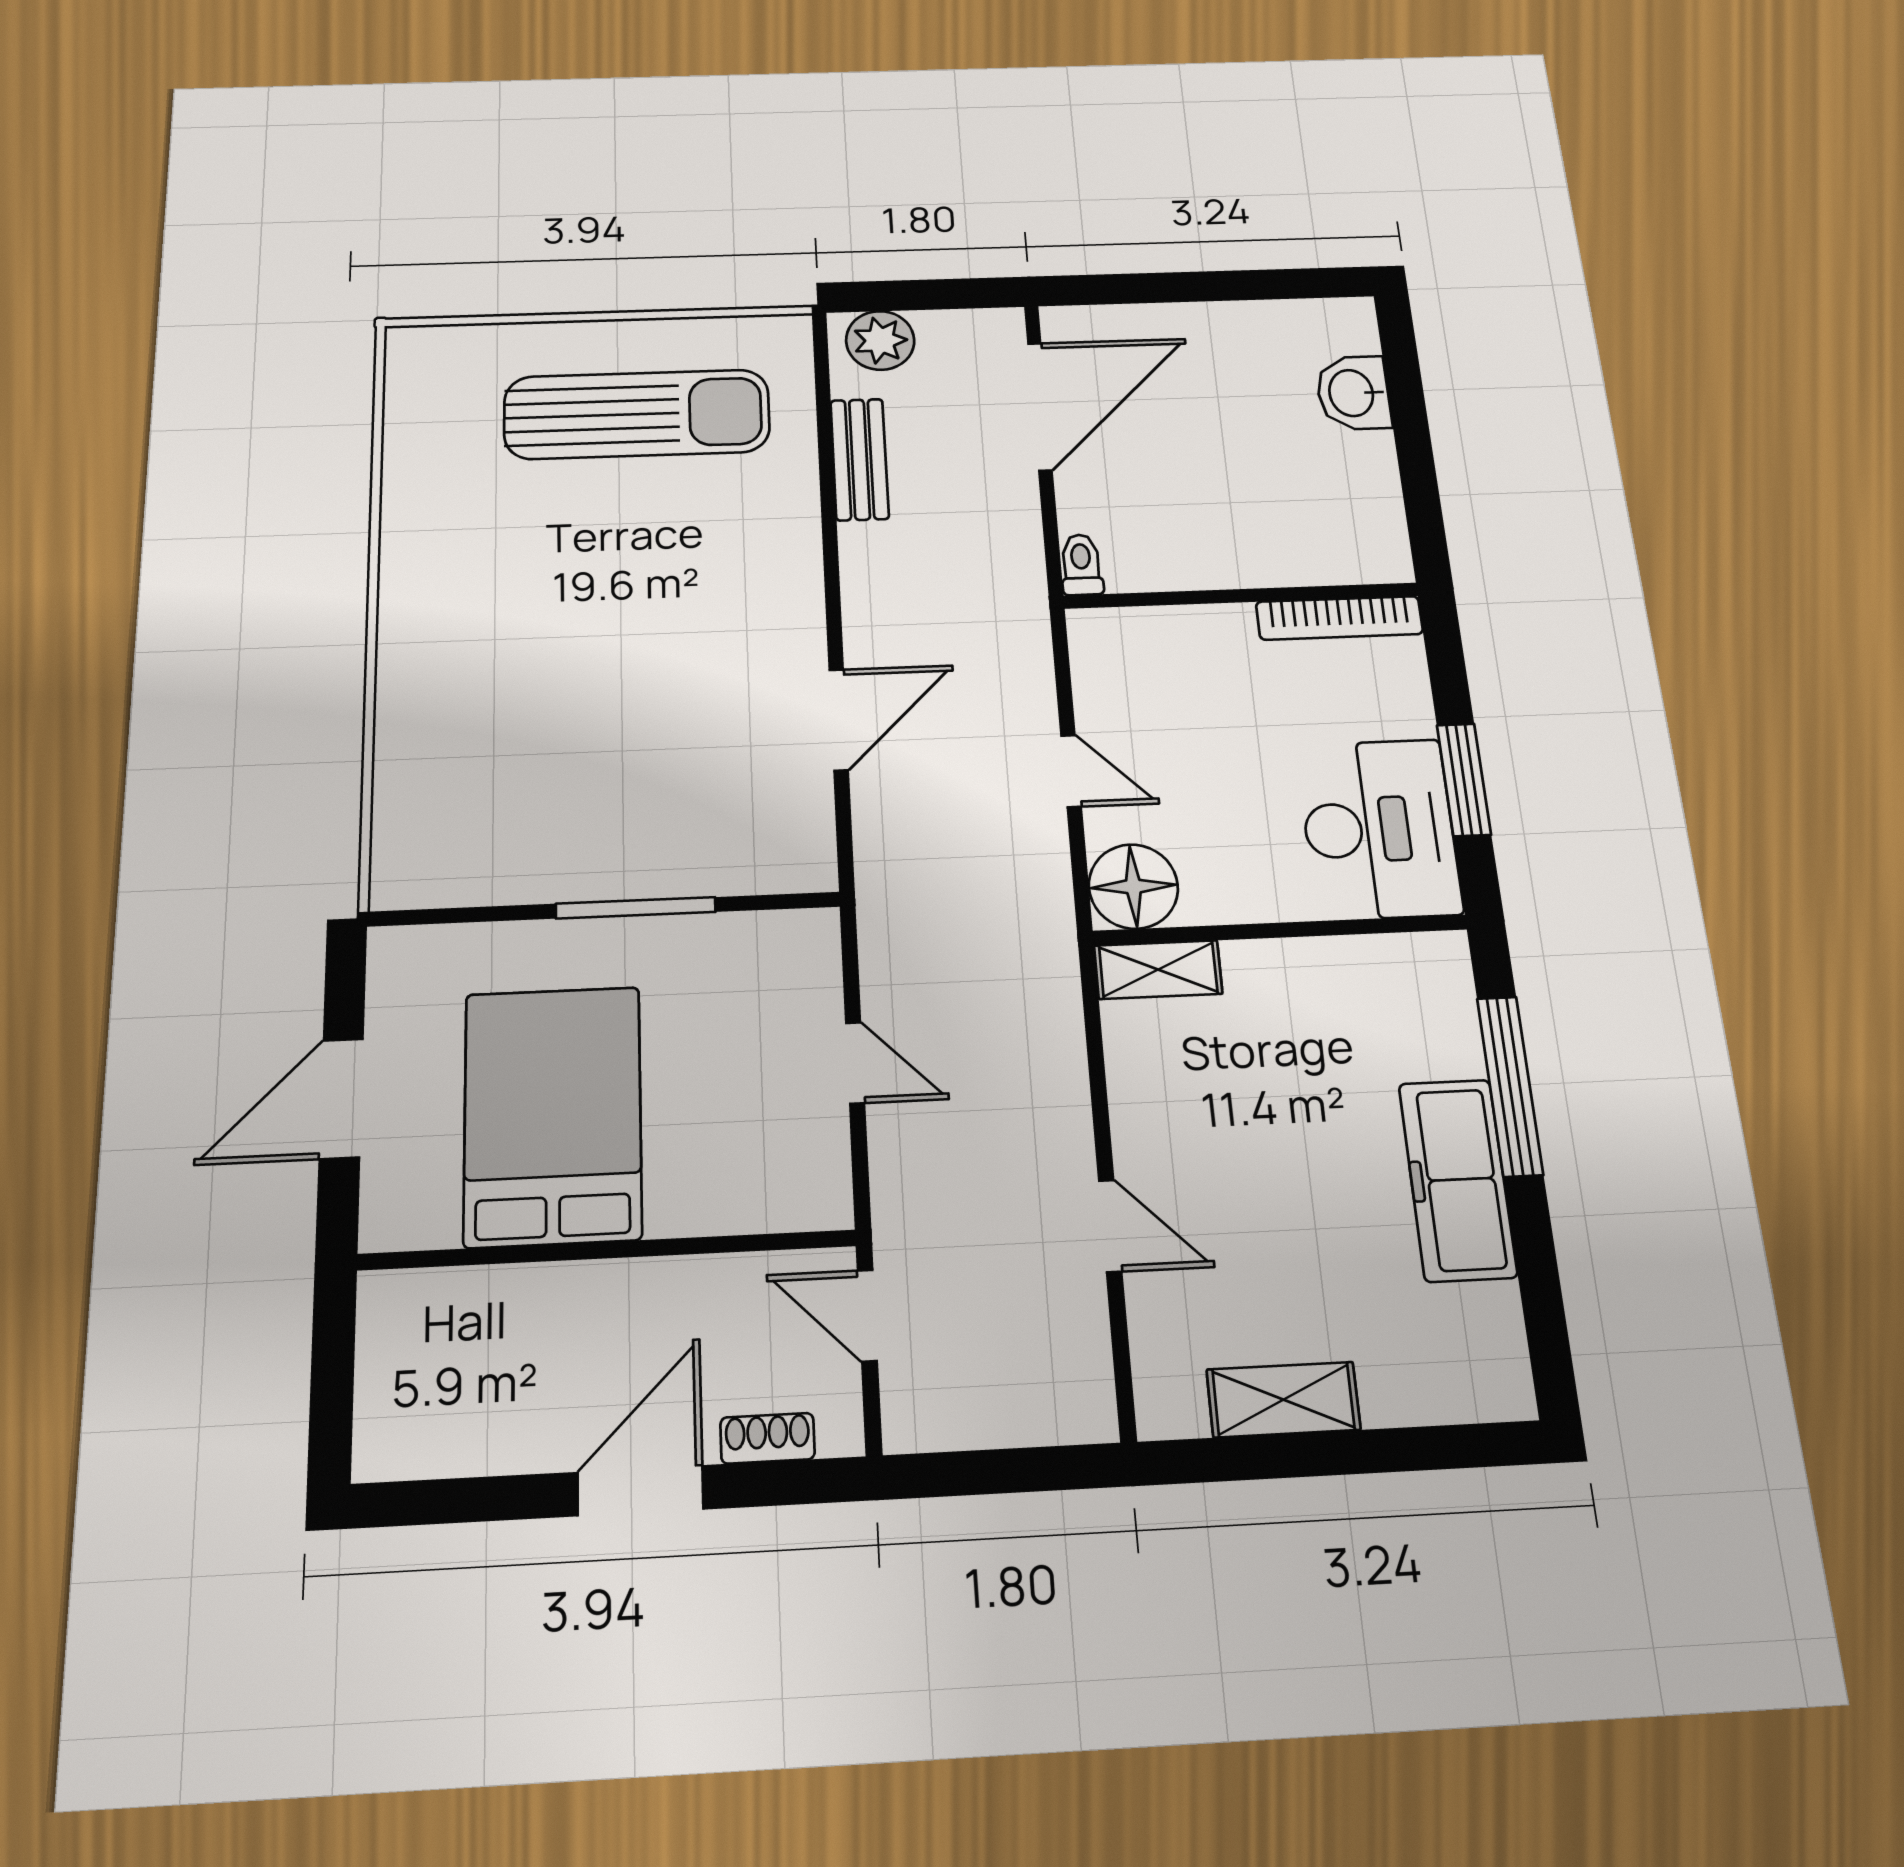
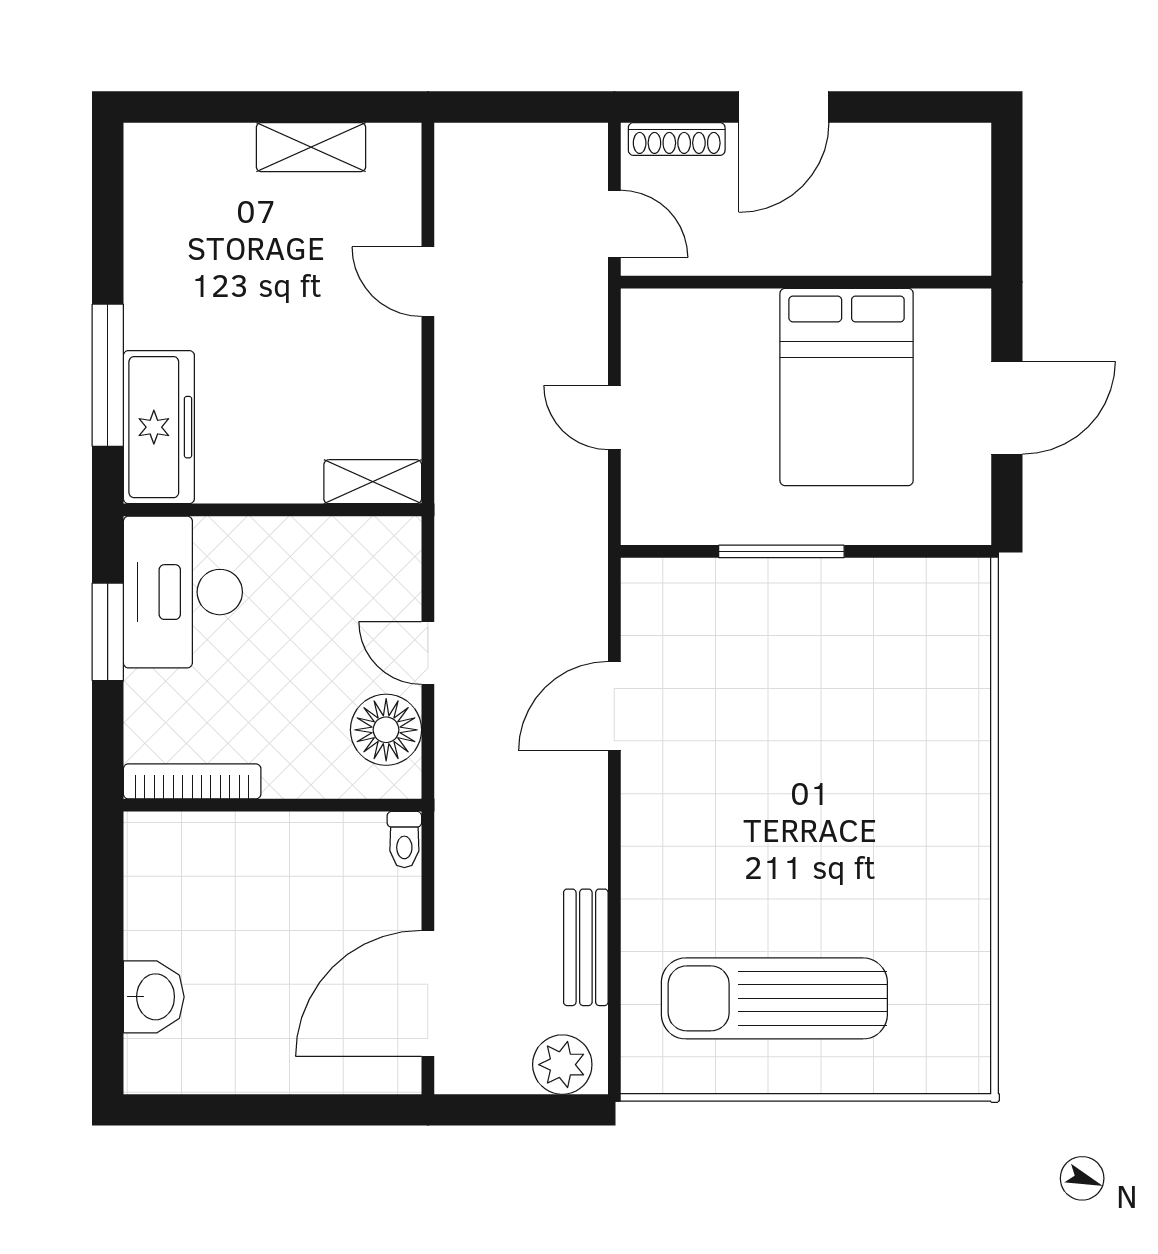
floor lamp: (1133, 886) -> (386, 730), moved
freezer: (1458, 1180) -> (159, 427), moved
shoe rack: (767, 1438) -> (677, 139), width x1.43

